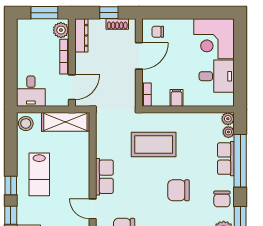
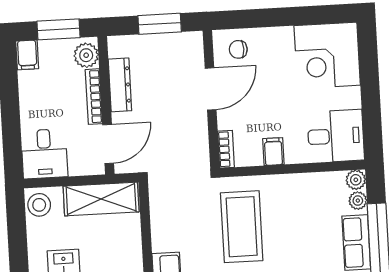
window: (109, 13) -> (160, 24), width x1.50
shoe rack: (117, 24) -> (174, 41), removed
filing cabinet: (24, 28) -> (27, 55), added
dresser: (81, 35) -> (120, 85), moved
desk: (217, 76) -> (336, 136), moved
coffee table: (154, 144) -> (242, 227), turned 90

